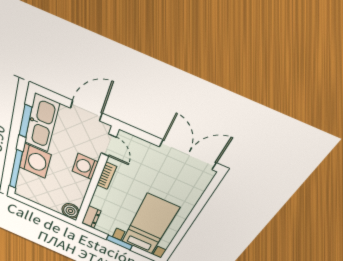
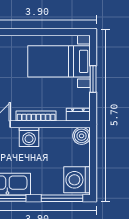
washing machine: (35, 161) -> (77, 180), moved, turned -90
bookcase: (107, 176) -> (36, 116), width x1.56

